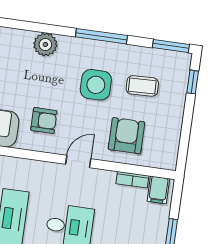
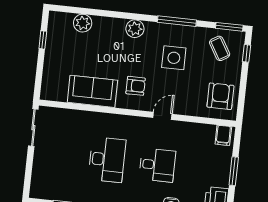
coffee table: (142, 86) -> (220, 48), moved, turned 61
armchair: (126, 136) -> (220, 96), moved
bookcase: (132, 180) -> (204, 128), removed

